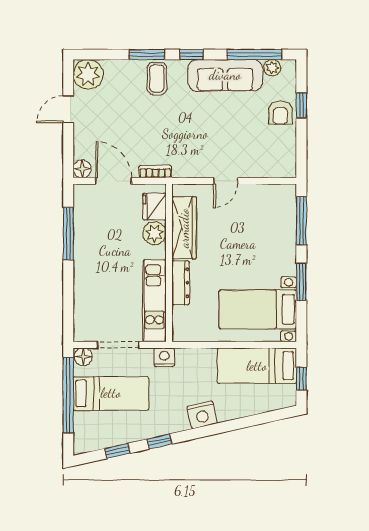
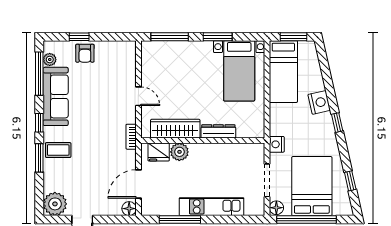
armchair: (280, 113) -> (85, 53), turned 90
bookcase: (155, 172) -> (131, 137), moved
kitchen unit: (154, 301) -> (212, 207), moved, turned 180
window: (301, 379) -> (294, 37), width x1.50
bed: (111, 393) -> (312, 186), width x1.50
nightstand: (202, 415) -> (319, 102), moved
window: (159, 442) -> (337, 123), moved

